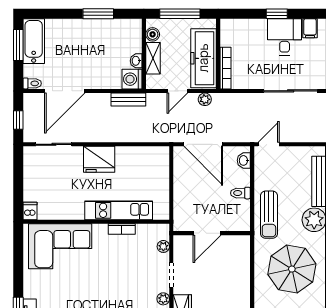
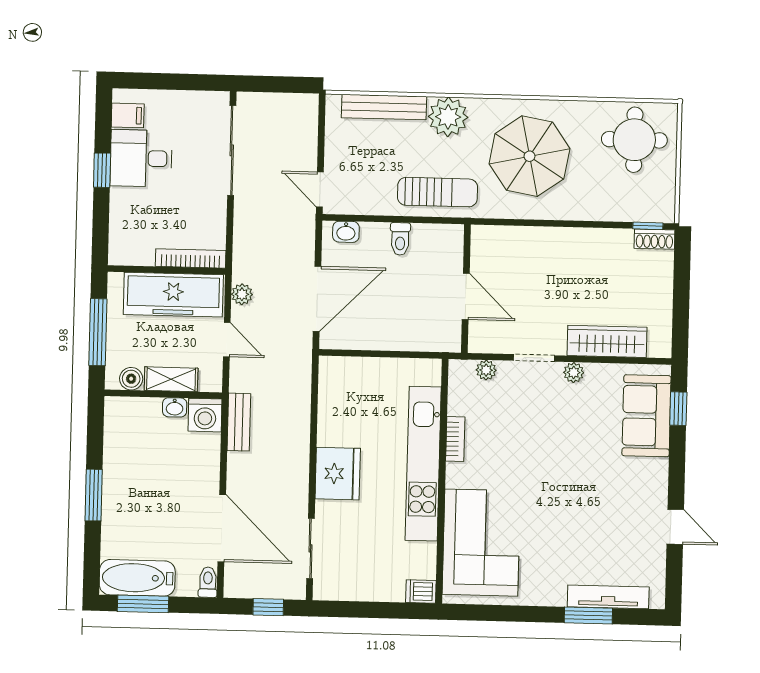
window: (98, 14) -> (94, 495), moved
kitchen unit: (119, 210) -> (423, 464), width x1.36

